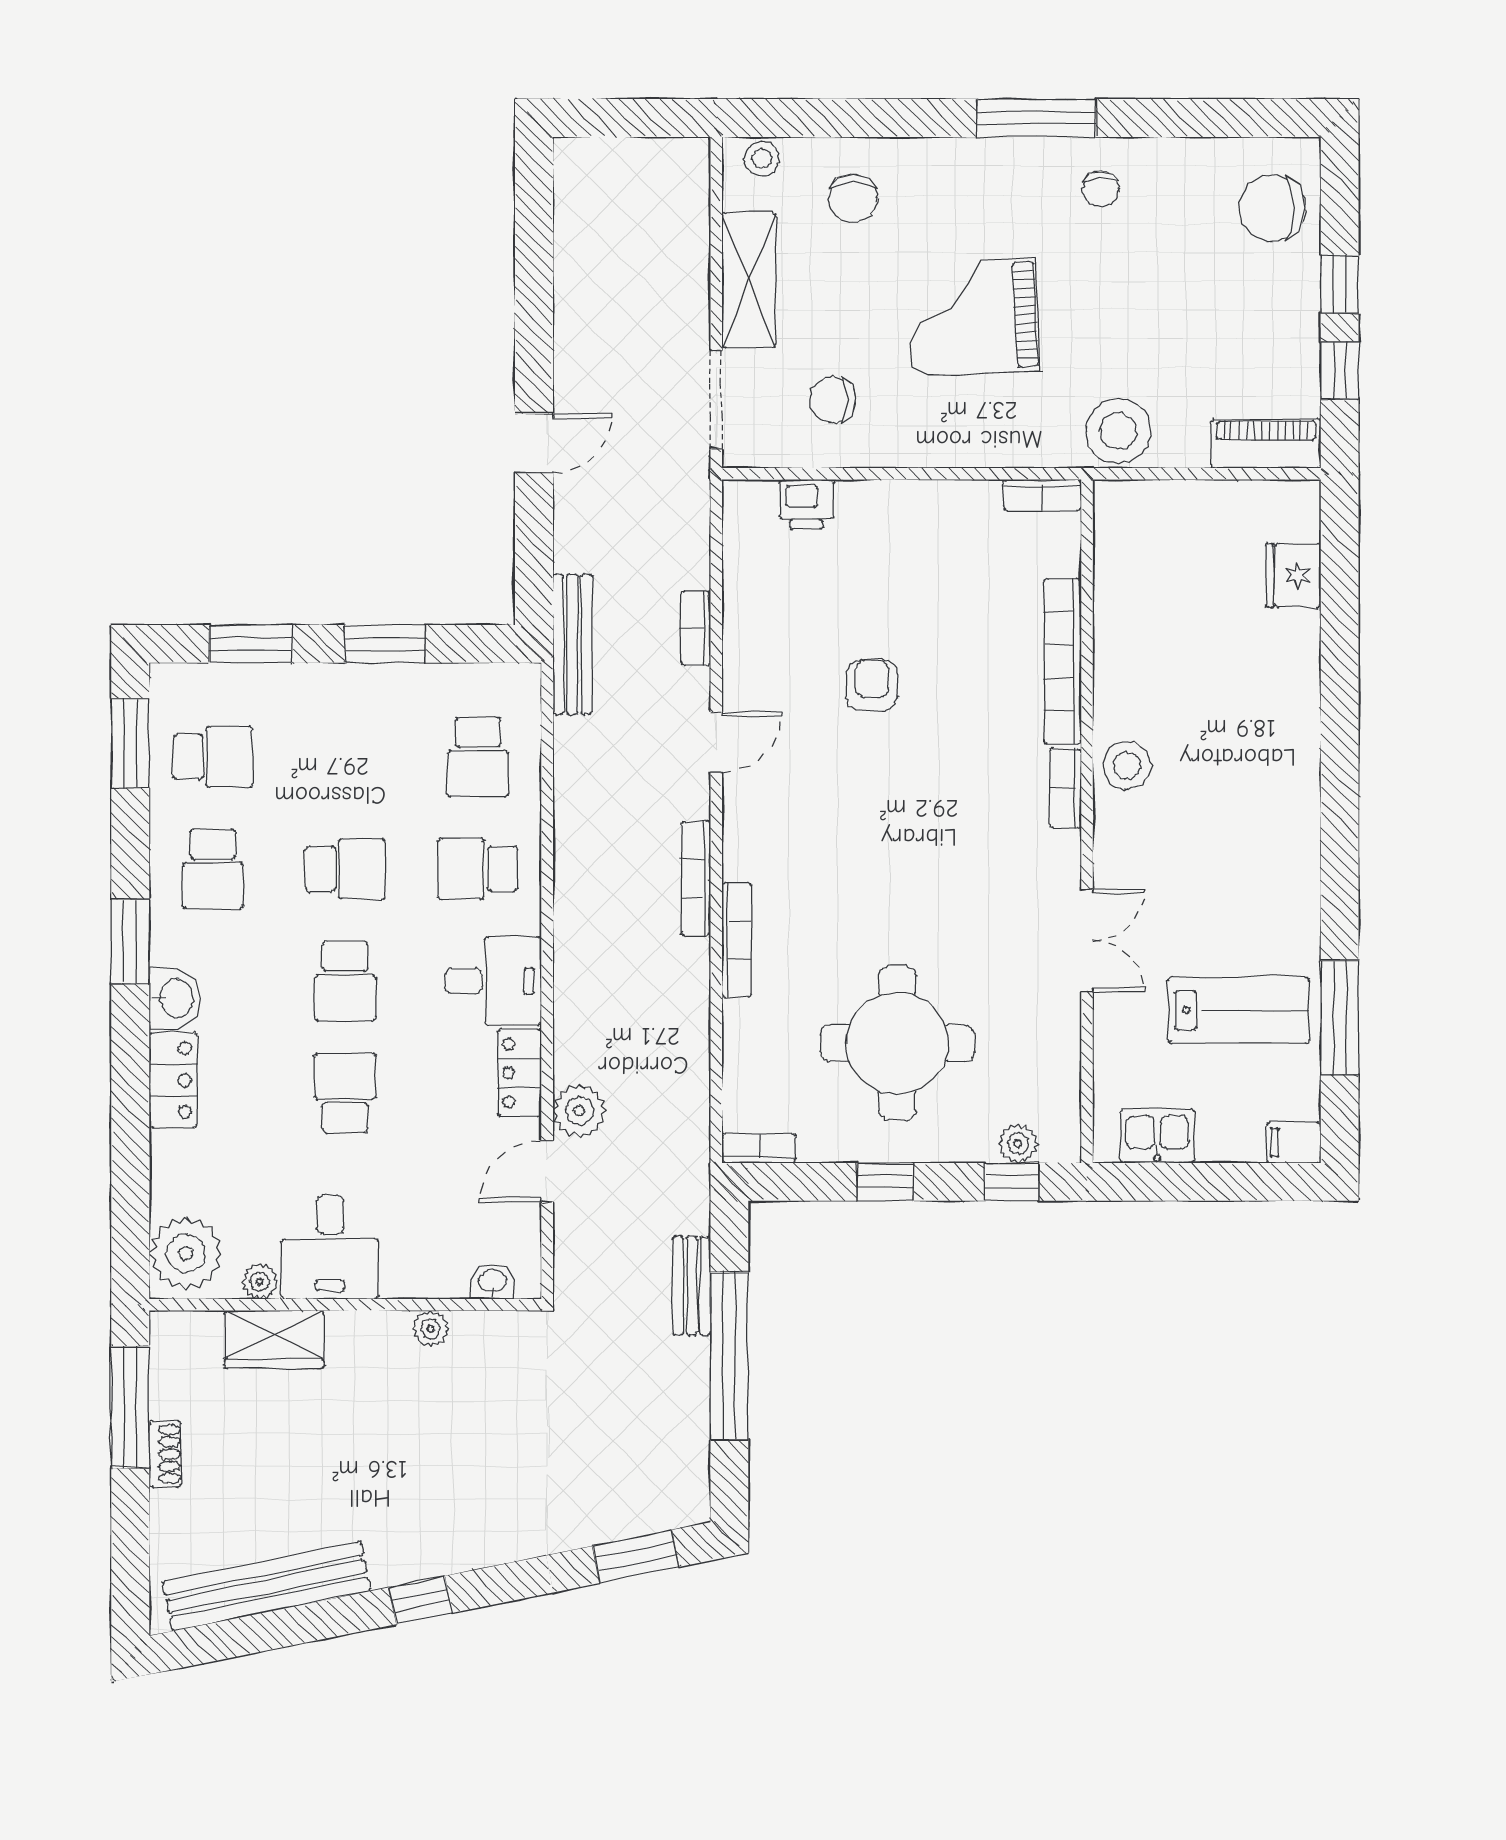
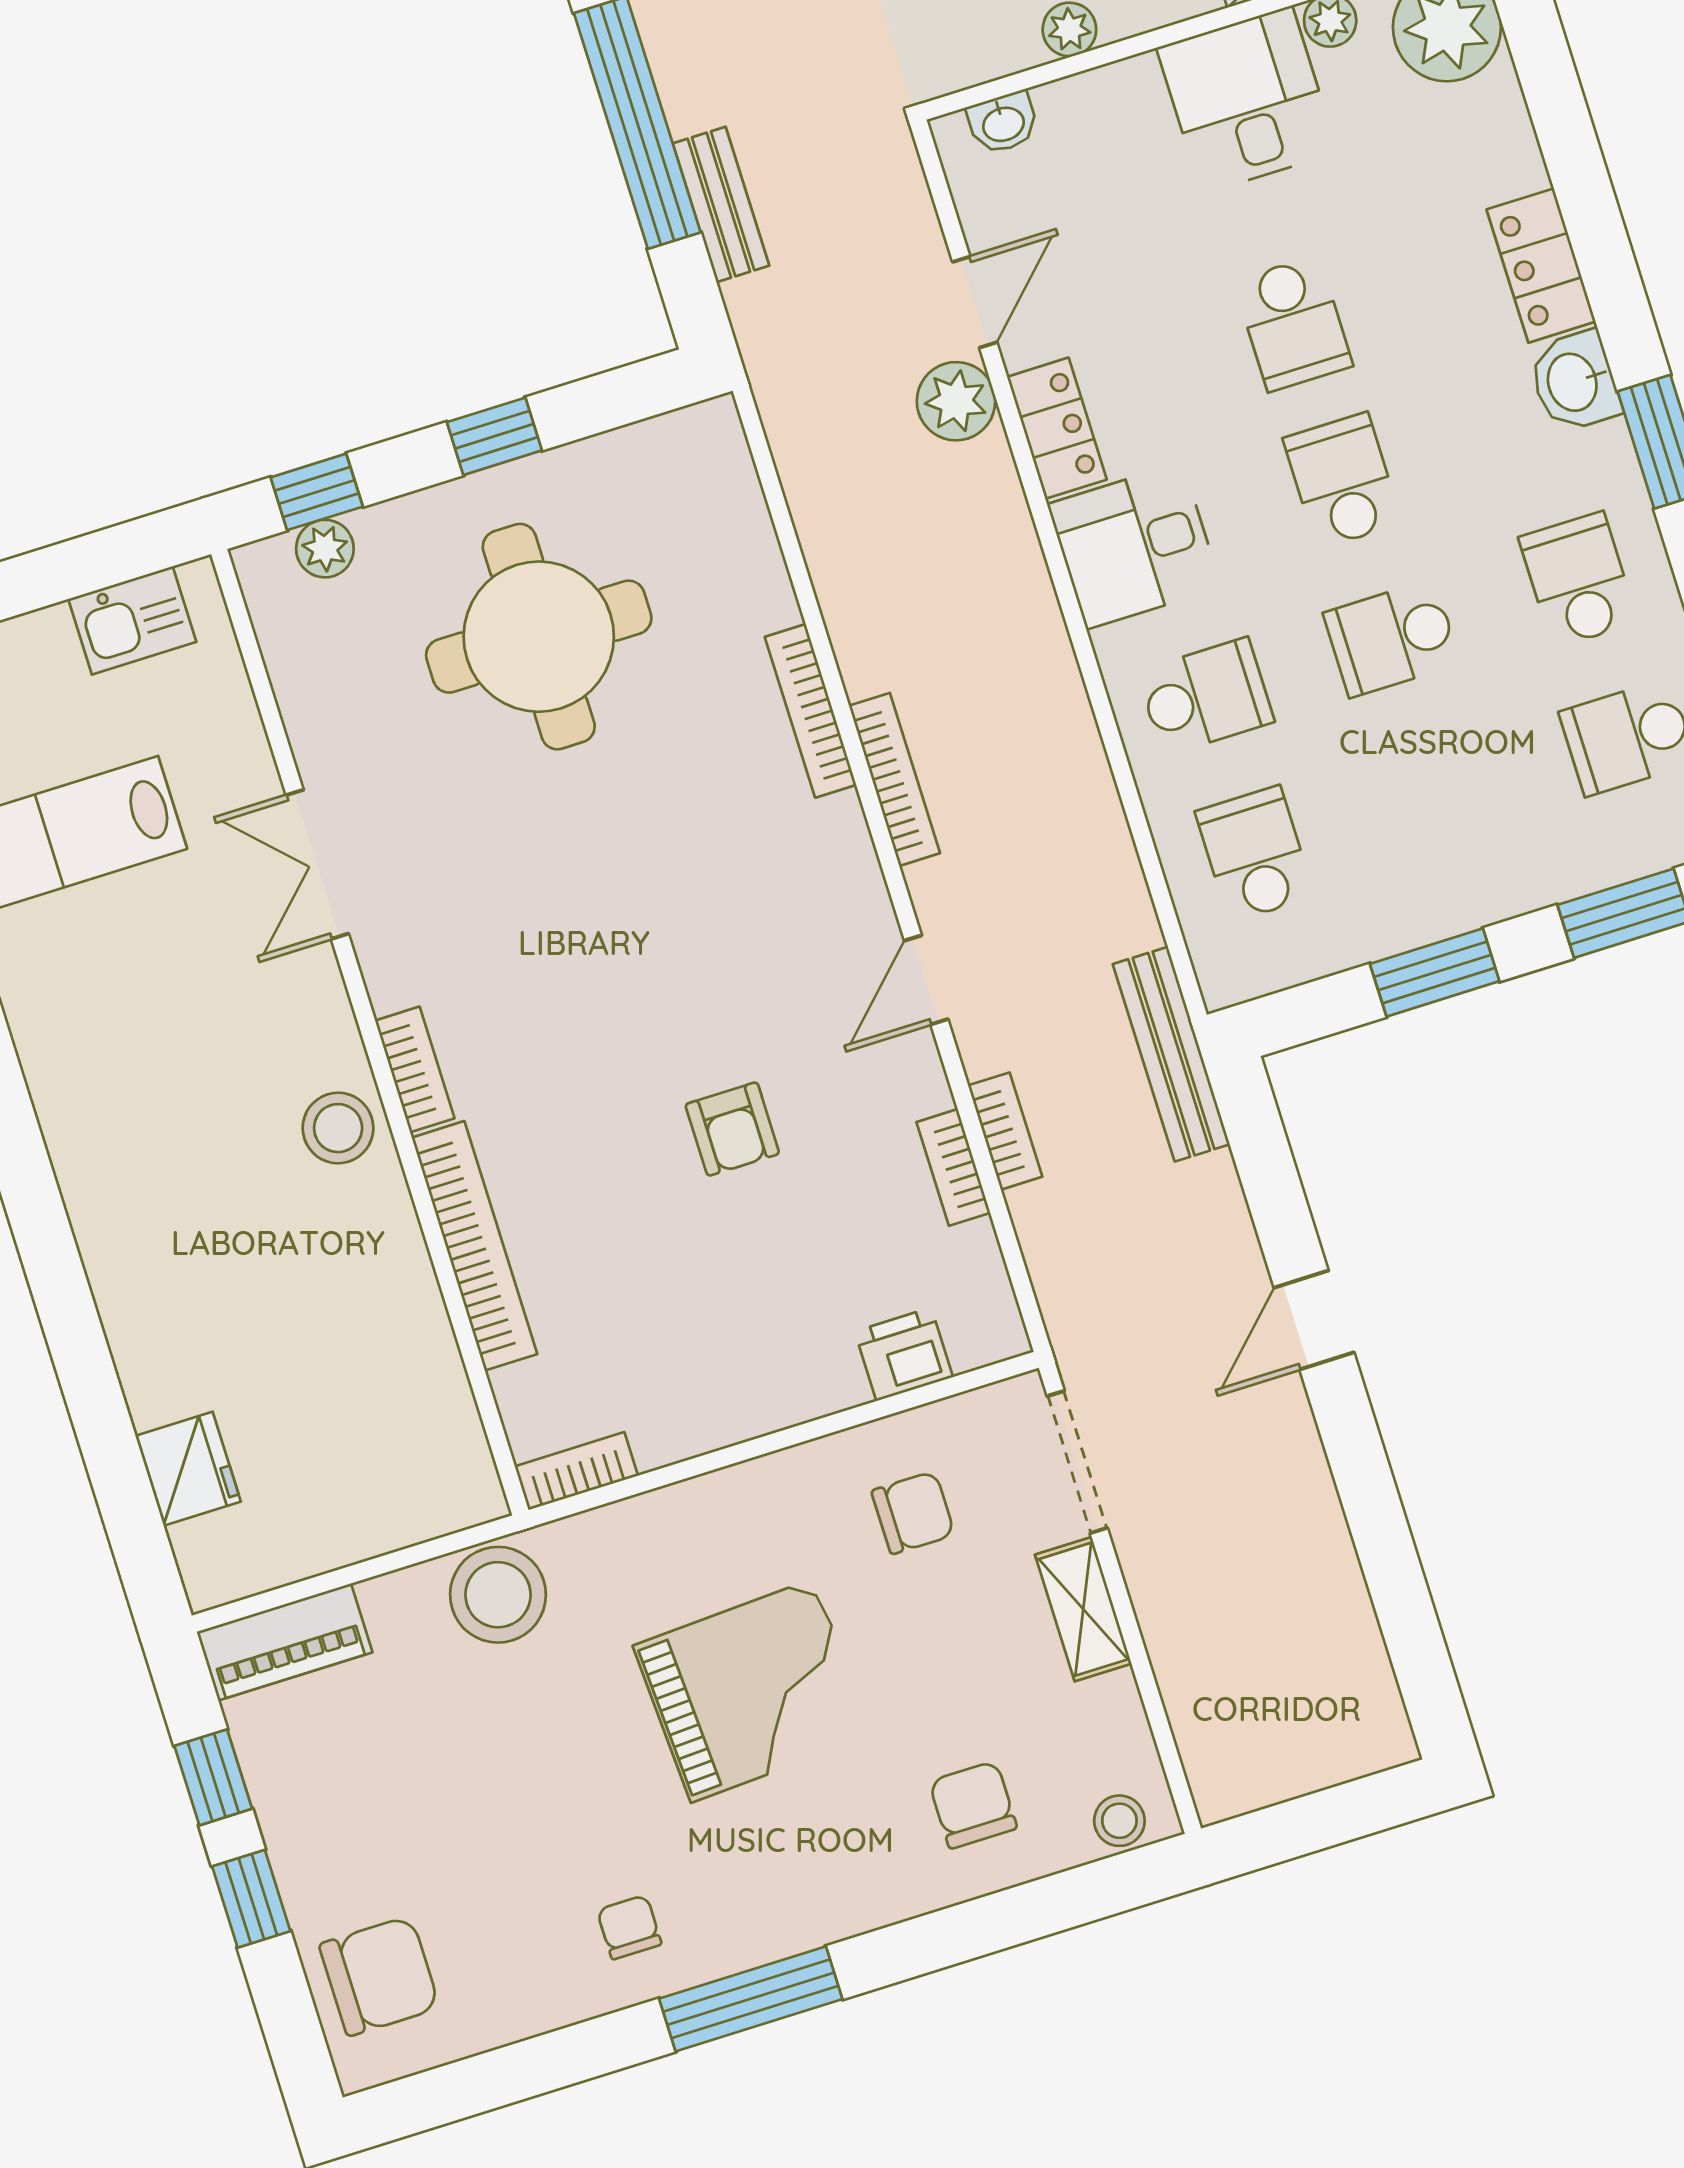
shelving: (749, 280) -> (1083, 1609), width x0.67, depth x0.75
bookcase: (759, 1148) -> (953, 1167), moved, turned 90

